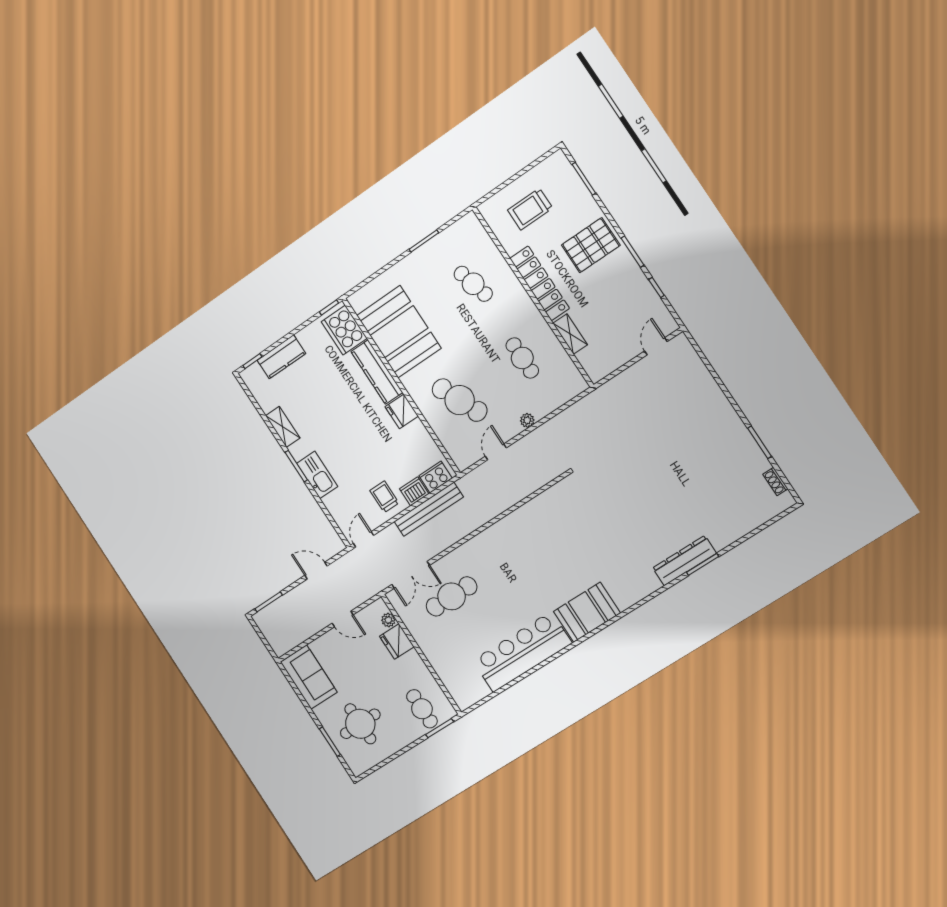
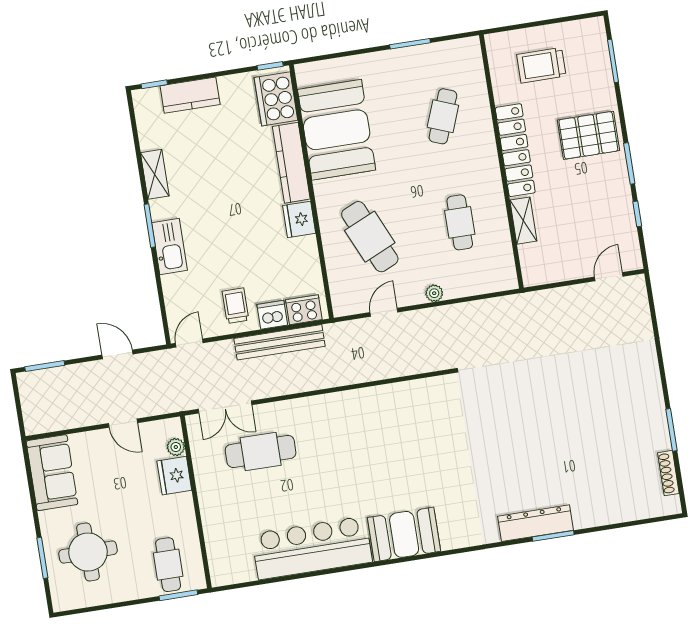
cafe table: (473, 284) -> (443, 116), turned 36
shoe rack: (775, 481) -> (668, 473), width x1.43

